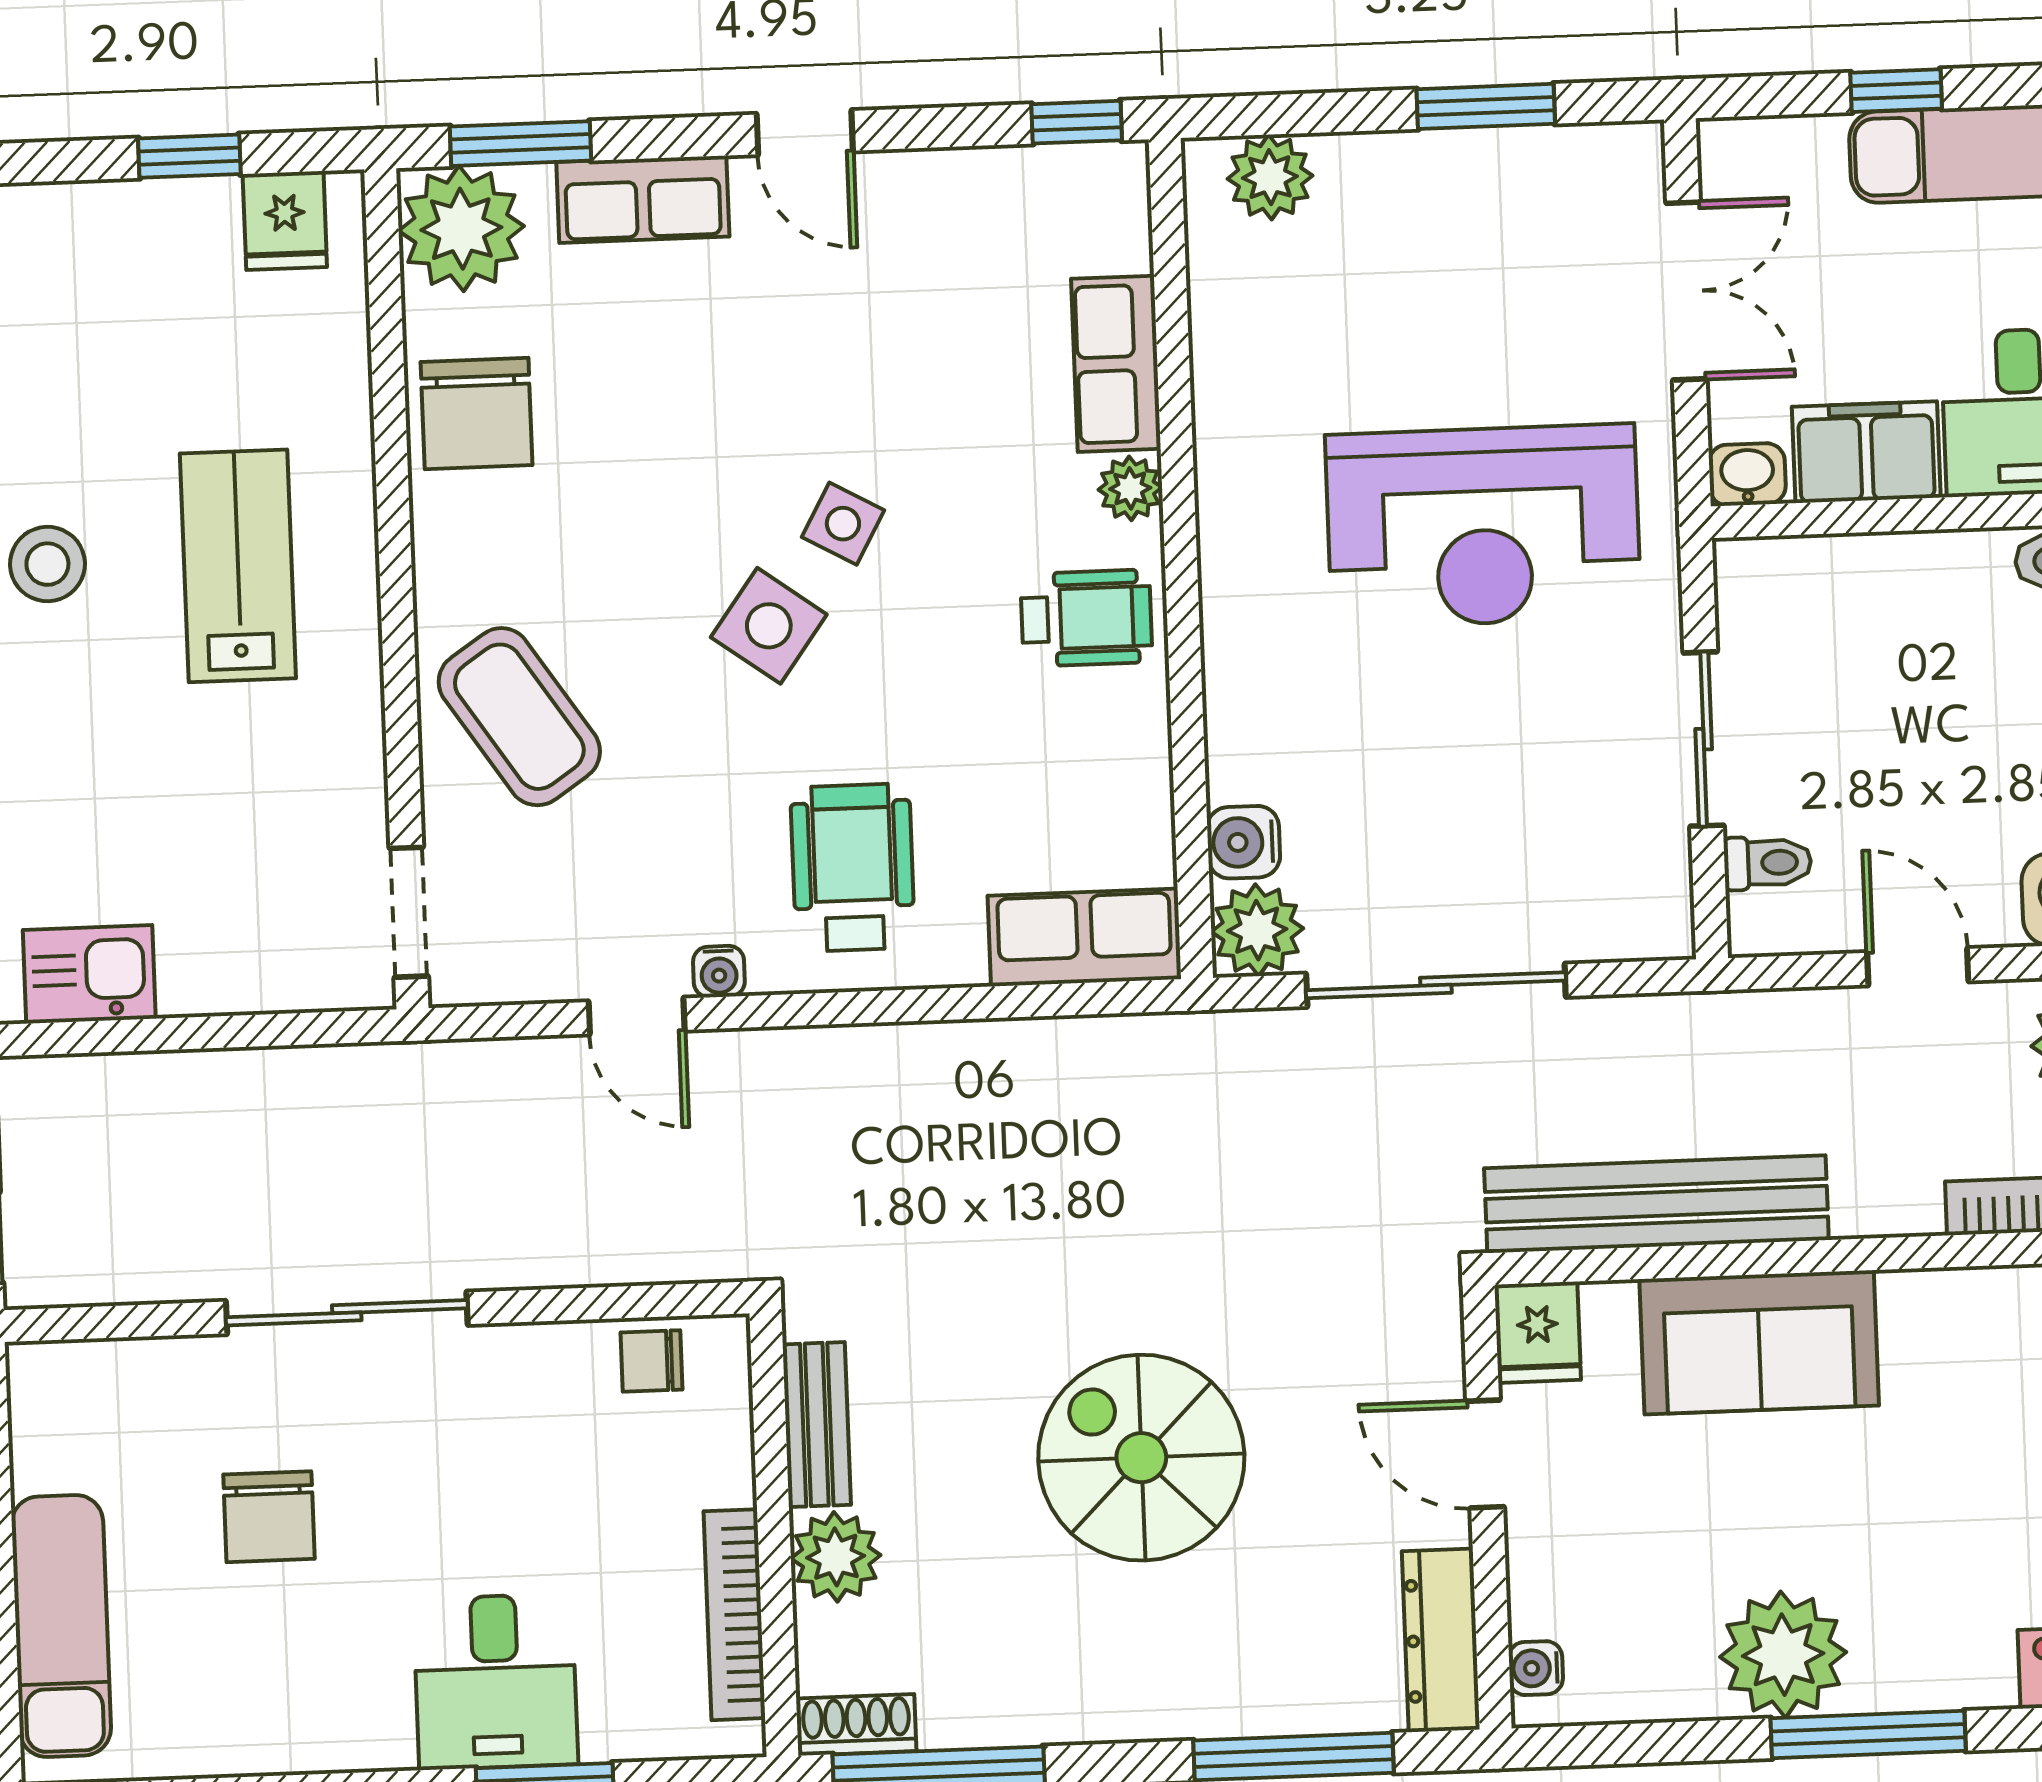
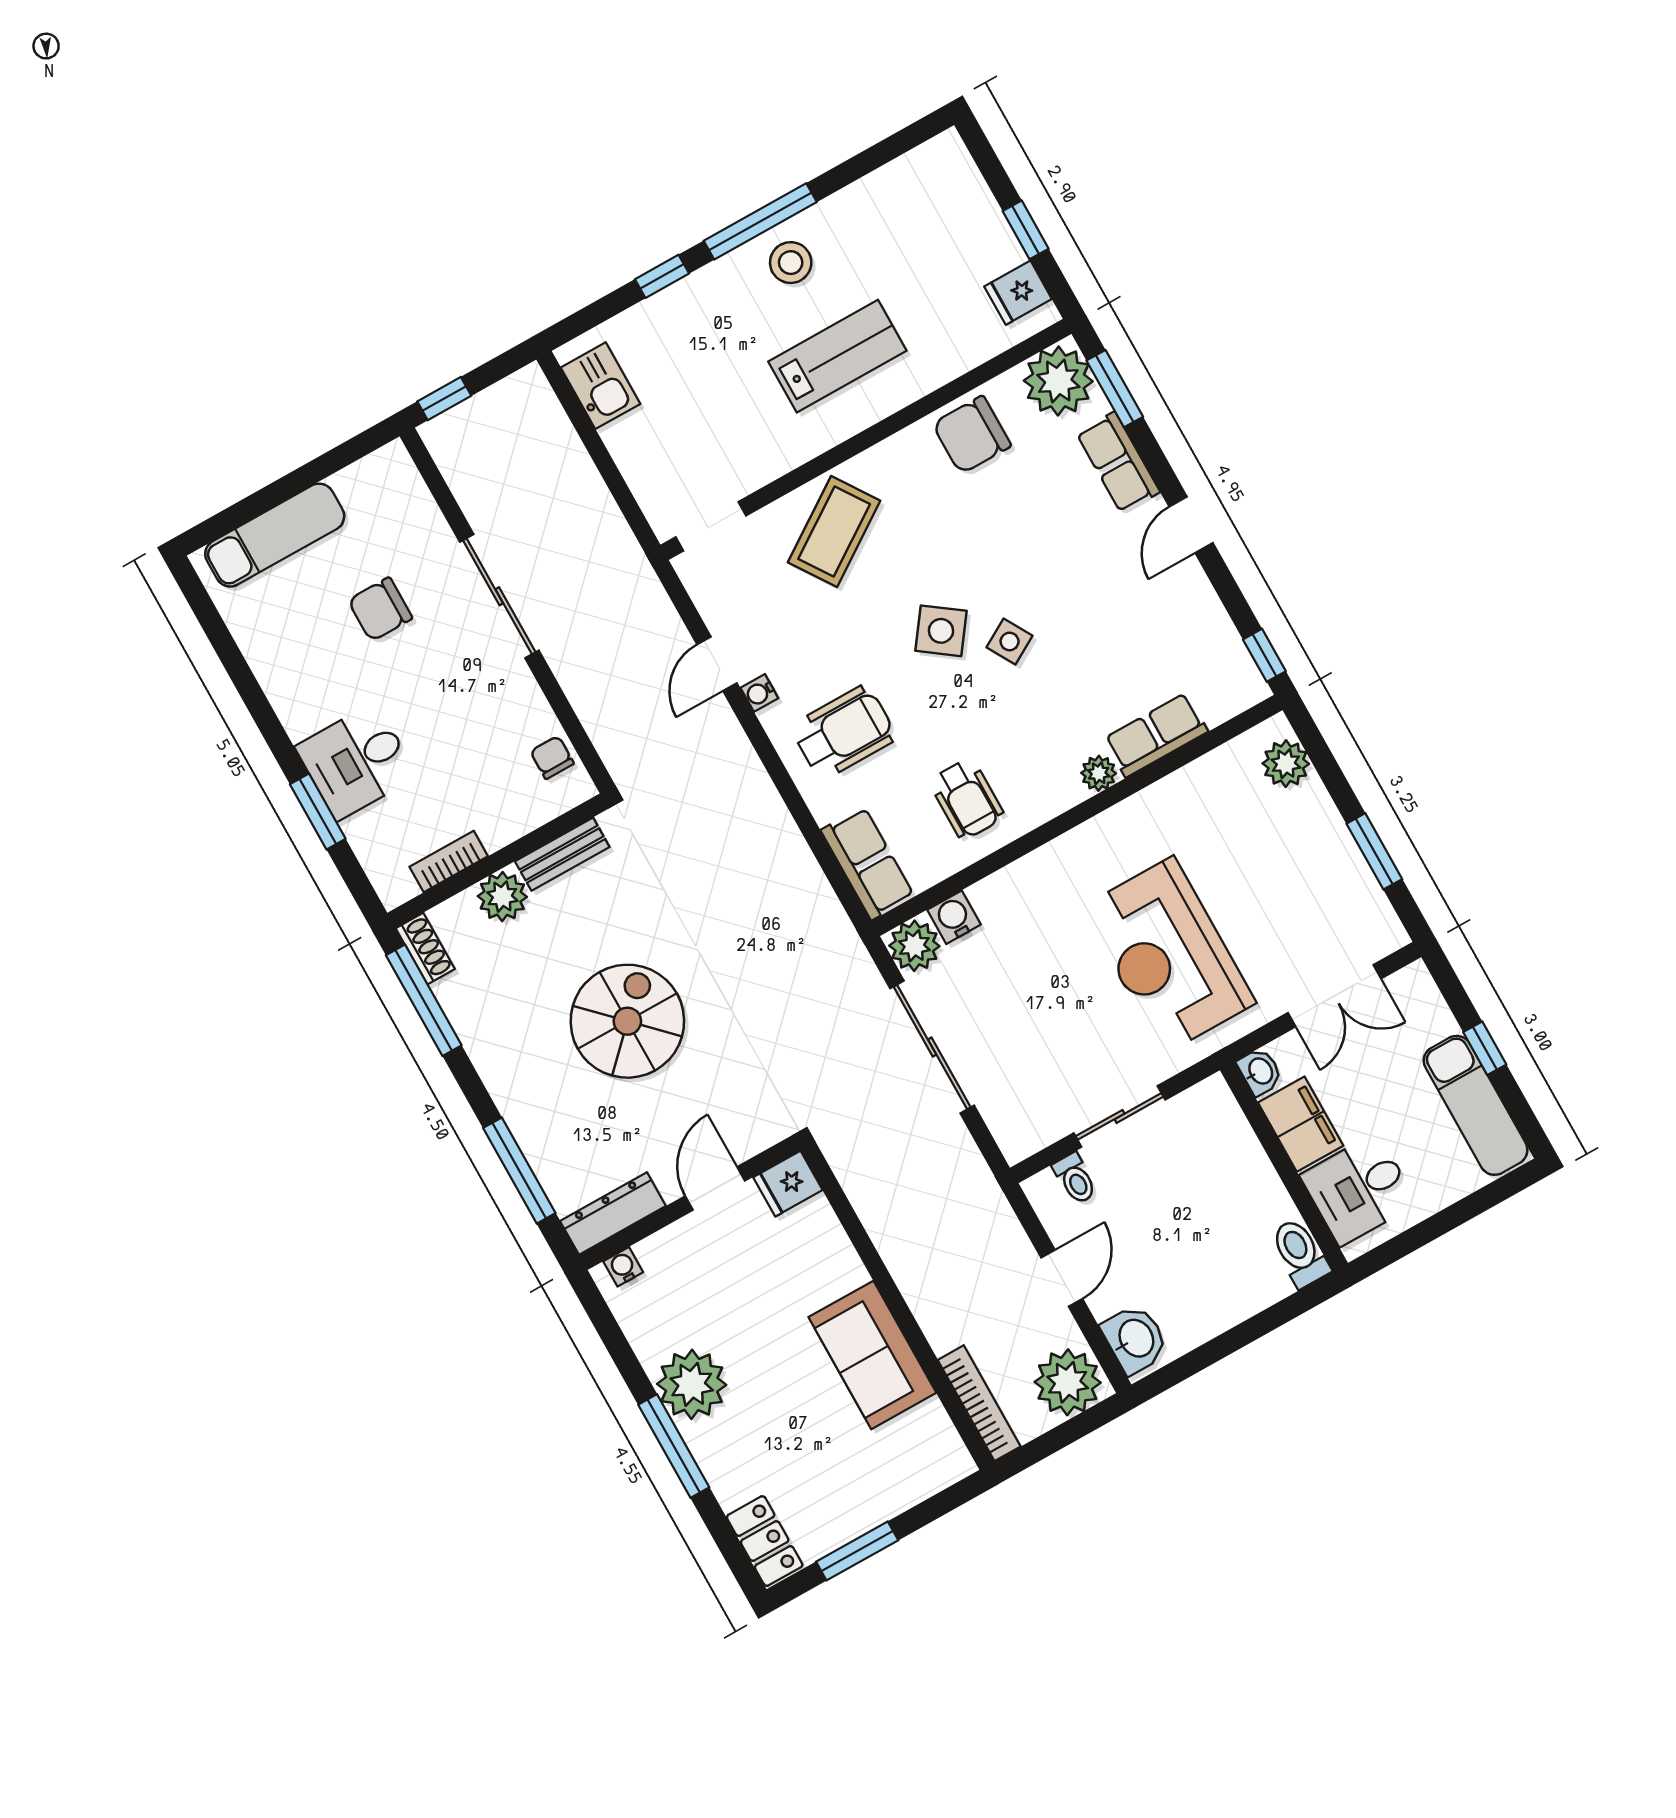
side table: (843, 524) -> (1010, 642), turned 31
wheelchair: (1086, 618) -> (967, 799), moved
bench: (1656, 1204) -> (880, 1210), removed
sofa: (1759, 1342) -> (872, 1355), moved
bookcase: (734, 1615) -> (449, 861), width x0.64

